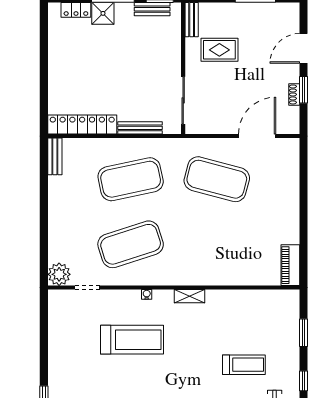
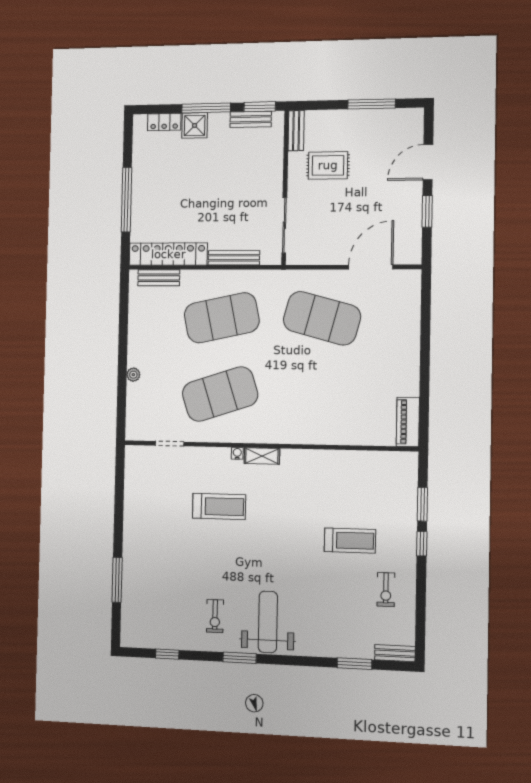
window: (44, 77) -> (127, 200), added
shoe rack: (294, 94) -> (416, 217), removed
bench: (55, 156) -> (159, 278), moved, turned 90
plant: (59, 274) -> (133, 375), moved, width x0.53, depth x0.53
shelving: (189, 296) -> (262, 456), moved
treadmill: (132, 340) -> (219, 506), width x0.73, depth x0.73
window: (303, 381) -> (422, 544), moved

